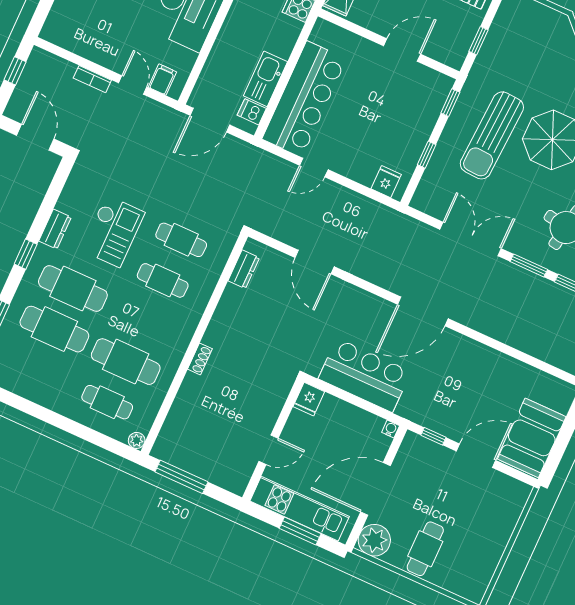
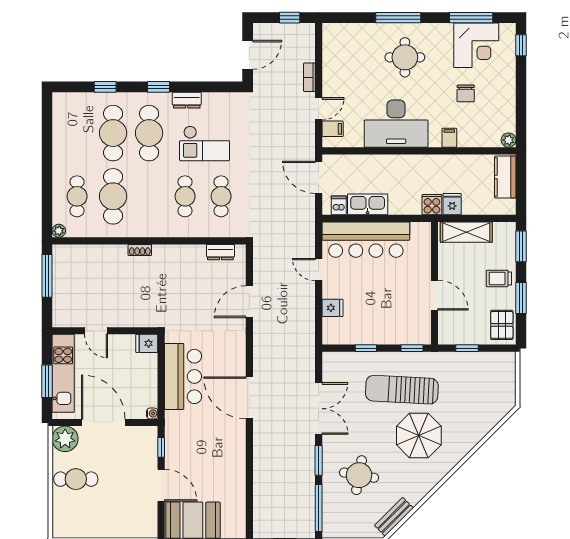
fridge: (386, 182) -> (332, 308), moved

